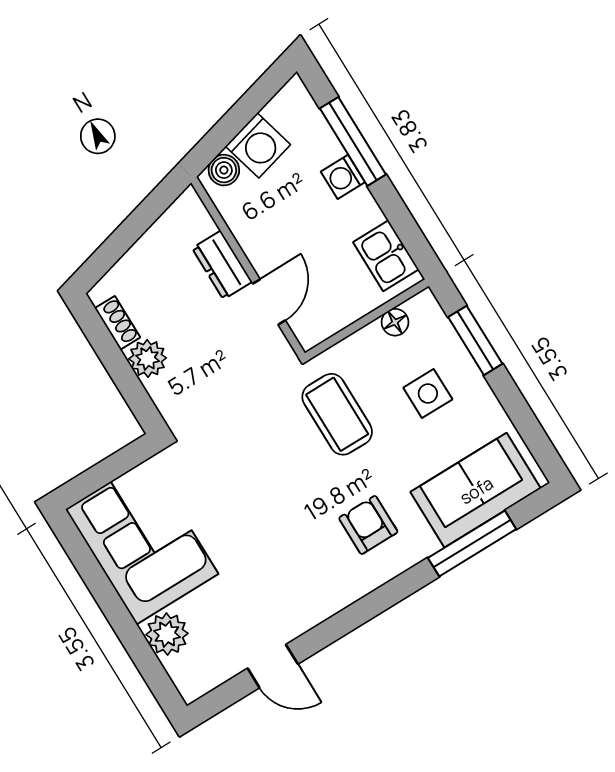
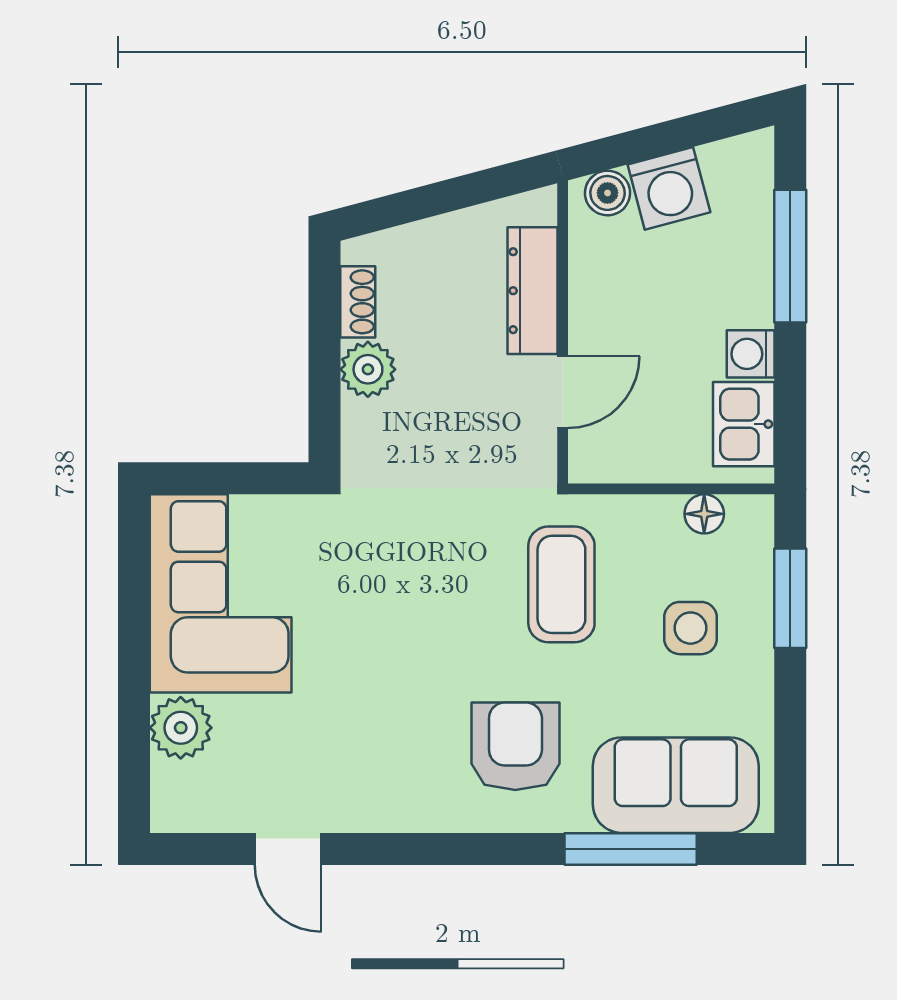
washing machine: (343, 177) -> (751, 354), moved
dresser: (222, 265) -> (533, 291), width x1.44
armchair: (368, 525) -> (515, 746), width x1.38, depth x1.38

